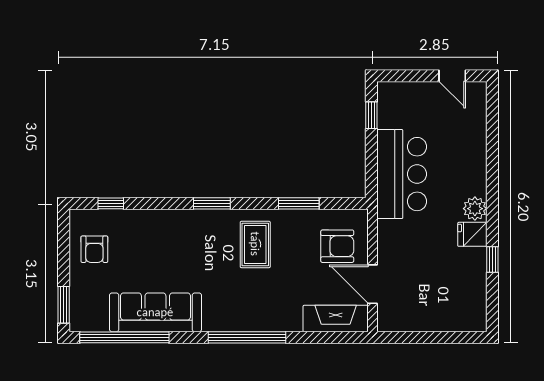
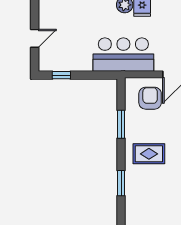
door: (452, 76) -> (35, 38), moved
bar counter: (402, 174) -> (123, 55), moved

